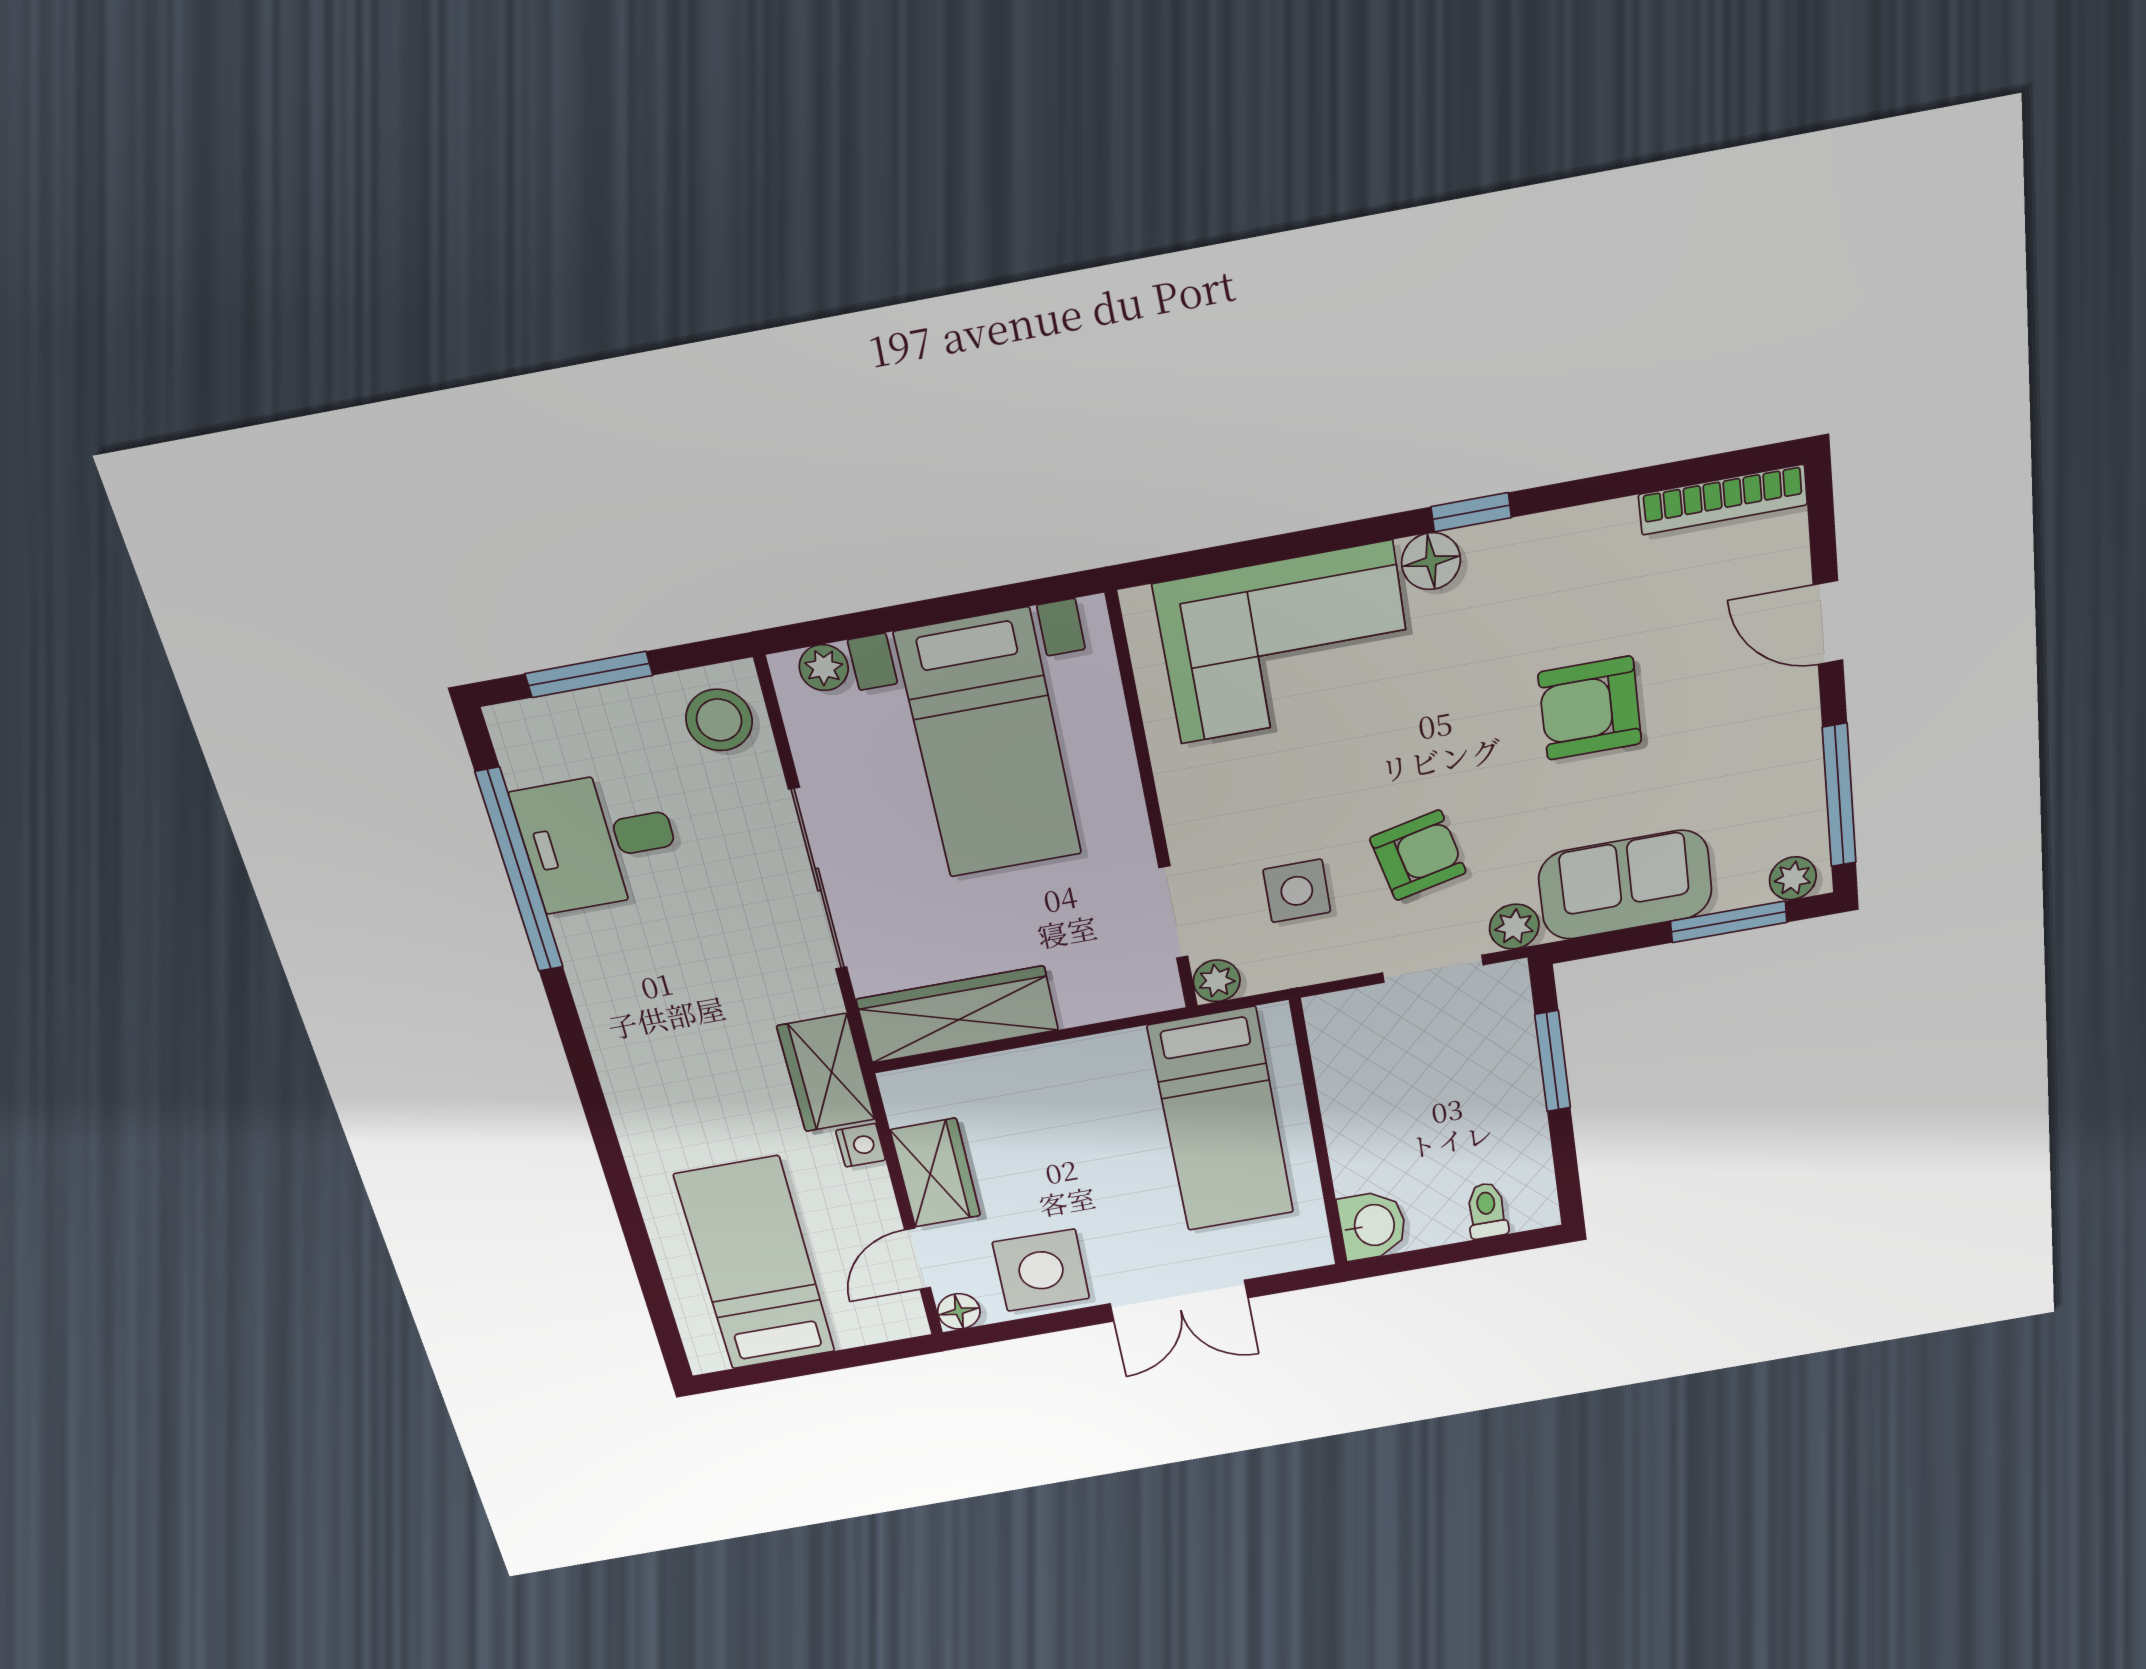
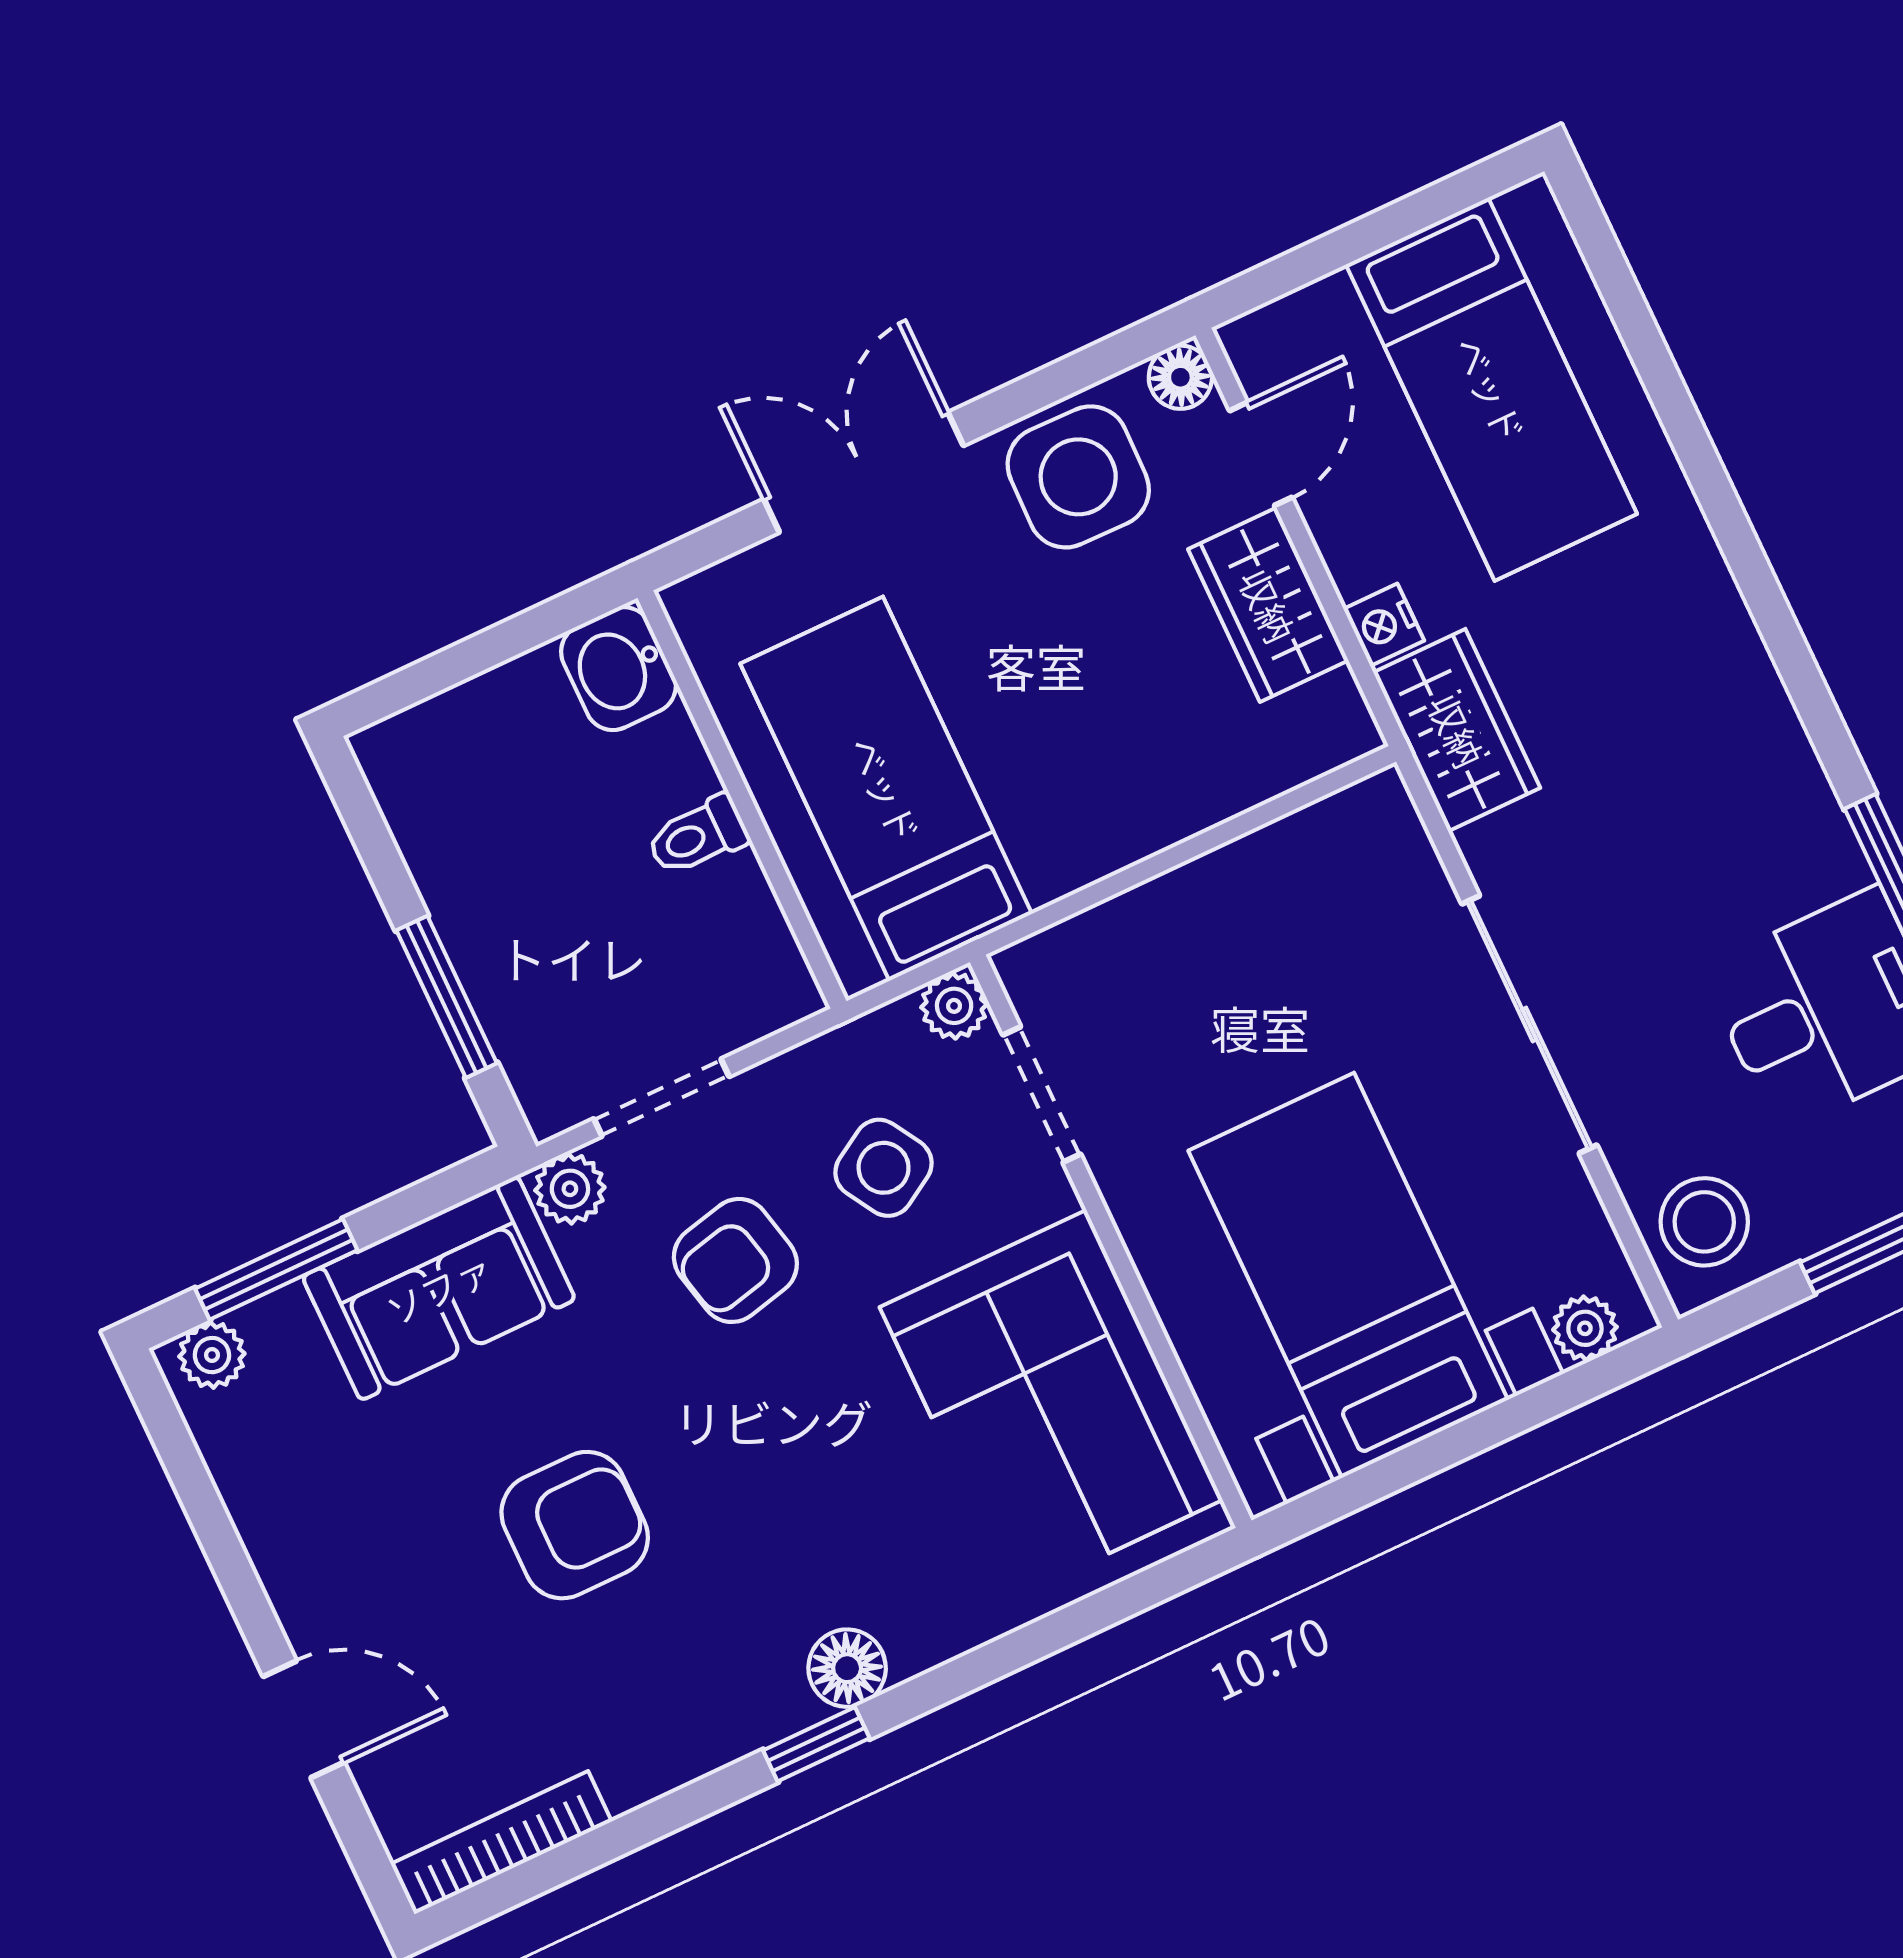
corner sofa: (1285, 643) -> (1051, 1403), moved, turned -90
window: (1839, 796) -> (195, 1489), removed
side table: (1297, 891) -> (884, 1168), turned -31
wardrobe: (958, 1015) -> (1296, 866), removed
toilet: (1487, 1211) -> (698, 836), moved, turned 90

